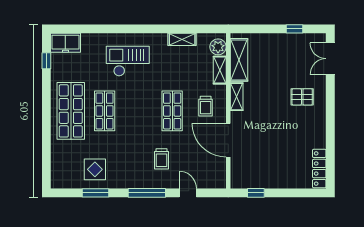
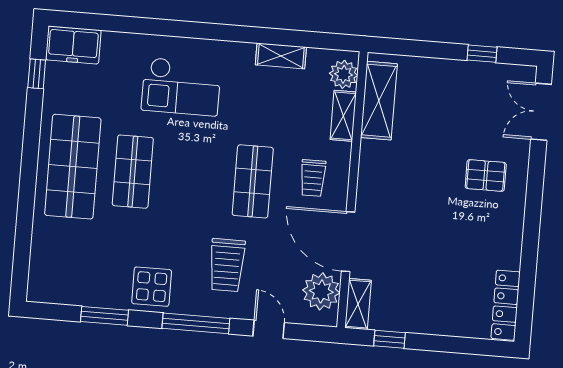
checkout: (128, 61) -> (181, 87), turned 180
shelving: (237, 97) -> (358, 304), moved
trolley: (162, 159) -> (227, 265), width x1.36, depth x1.39
display table: (95, 169) -> (152, 287), moved
plant: (216, 169) -> (321, 291), added

